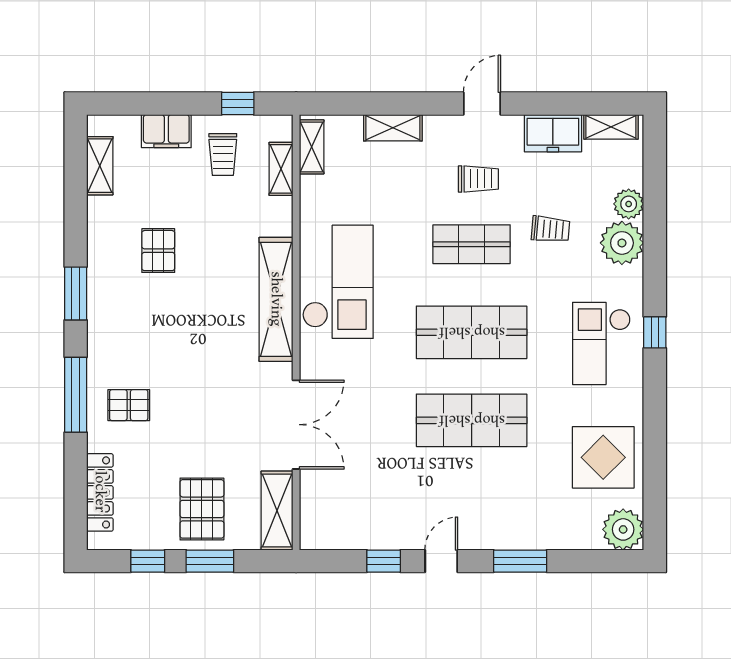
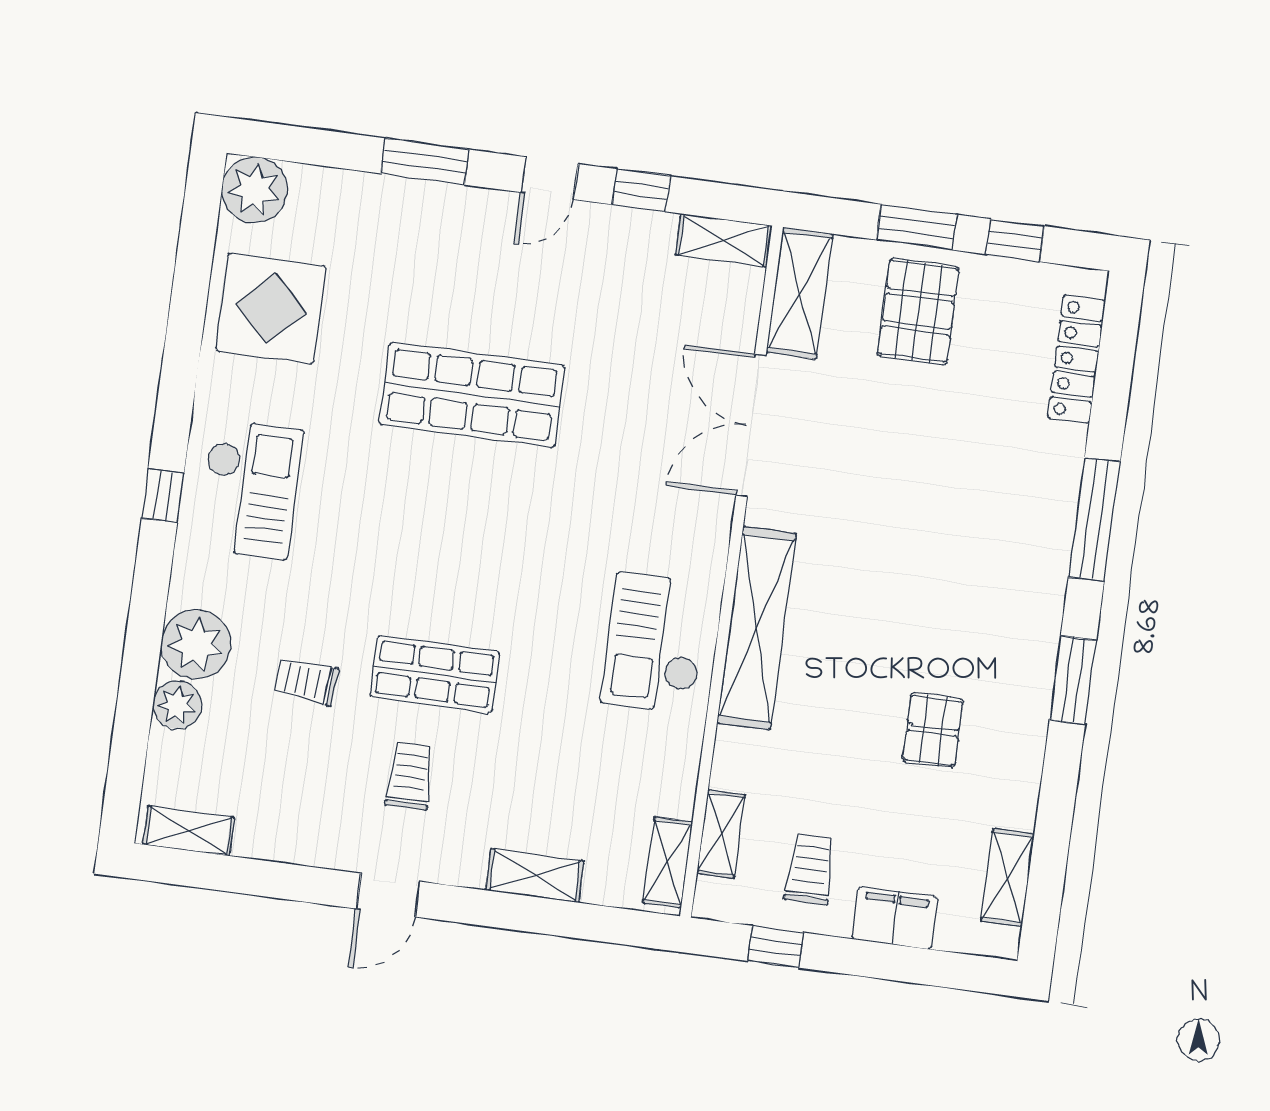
freezer: (553, 133) -> (282, 833), removed
trolley: (478, 179) -> (410, 776), turned 90
checkout: (338, 282) -> (655, 643), width x0.73, depth x0.83
shop shelf: (472, 332) -> (453, 535), removed
pallet: (129, 405) -> (1012, 492), removed
shelving: (328, 537) -> (724, 240), added

